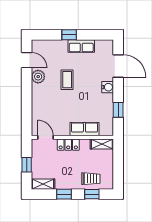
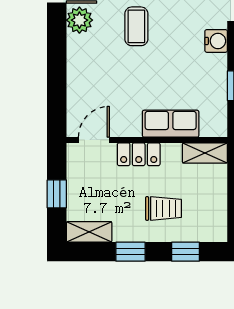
door: (45, 137) -> (94, 140), hinge flipped
trolley: (91, 179) -> (163, 208), moved

